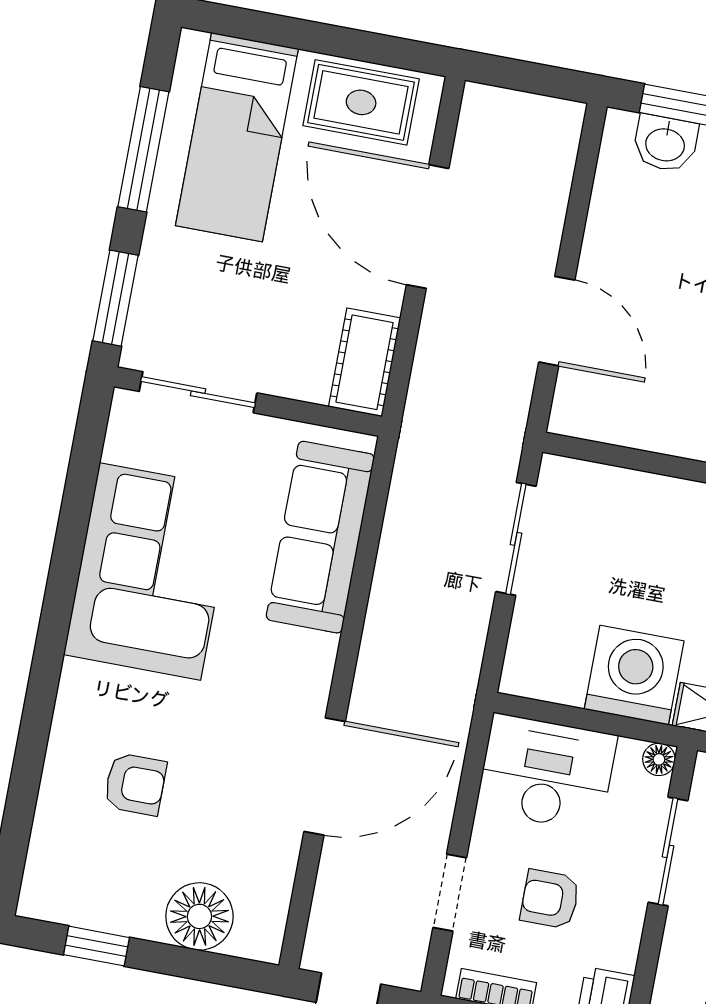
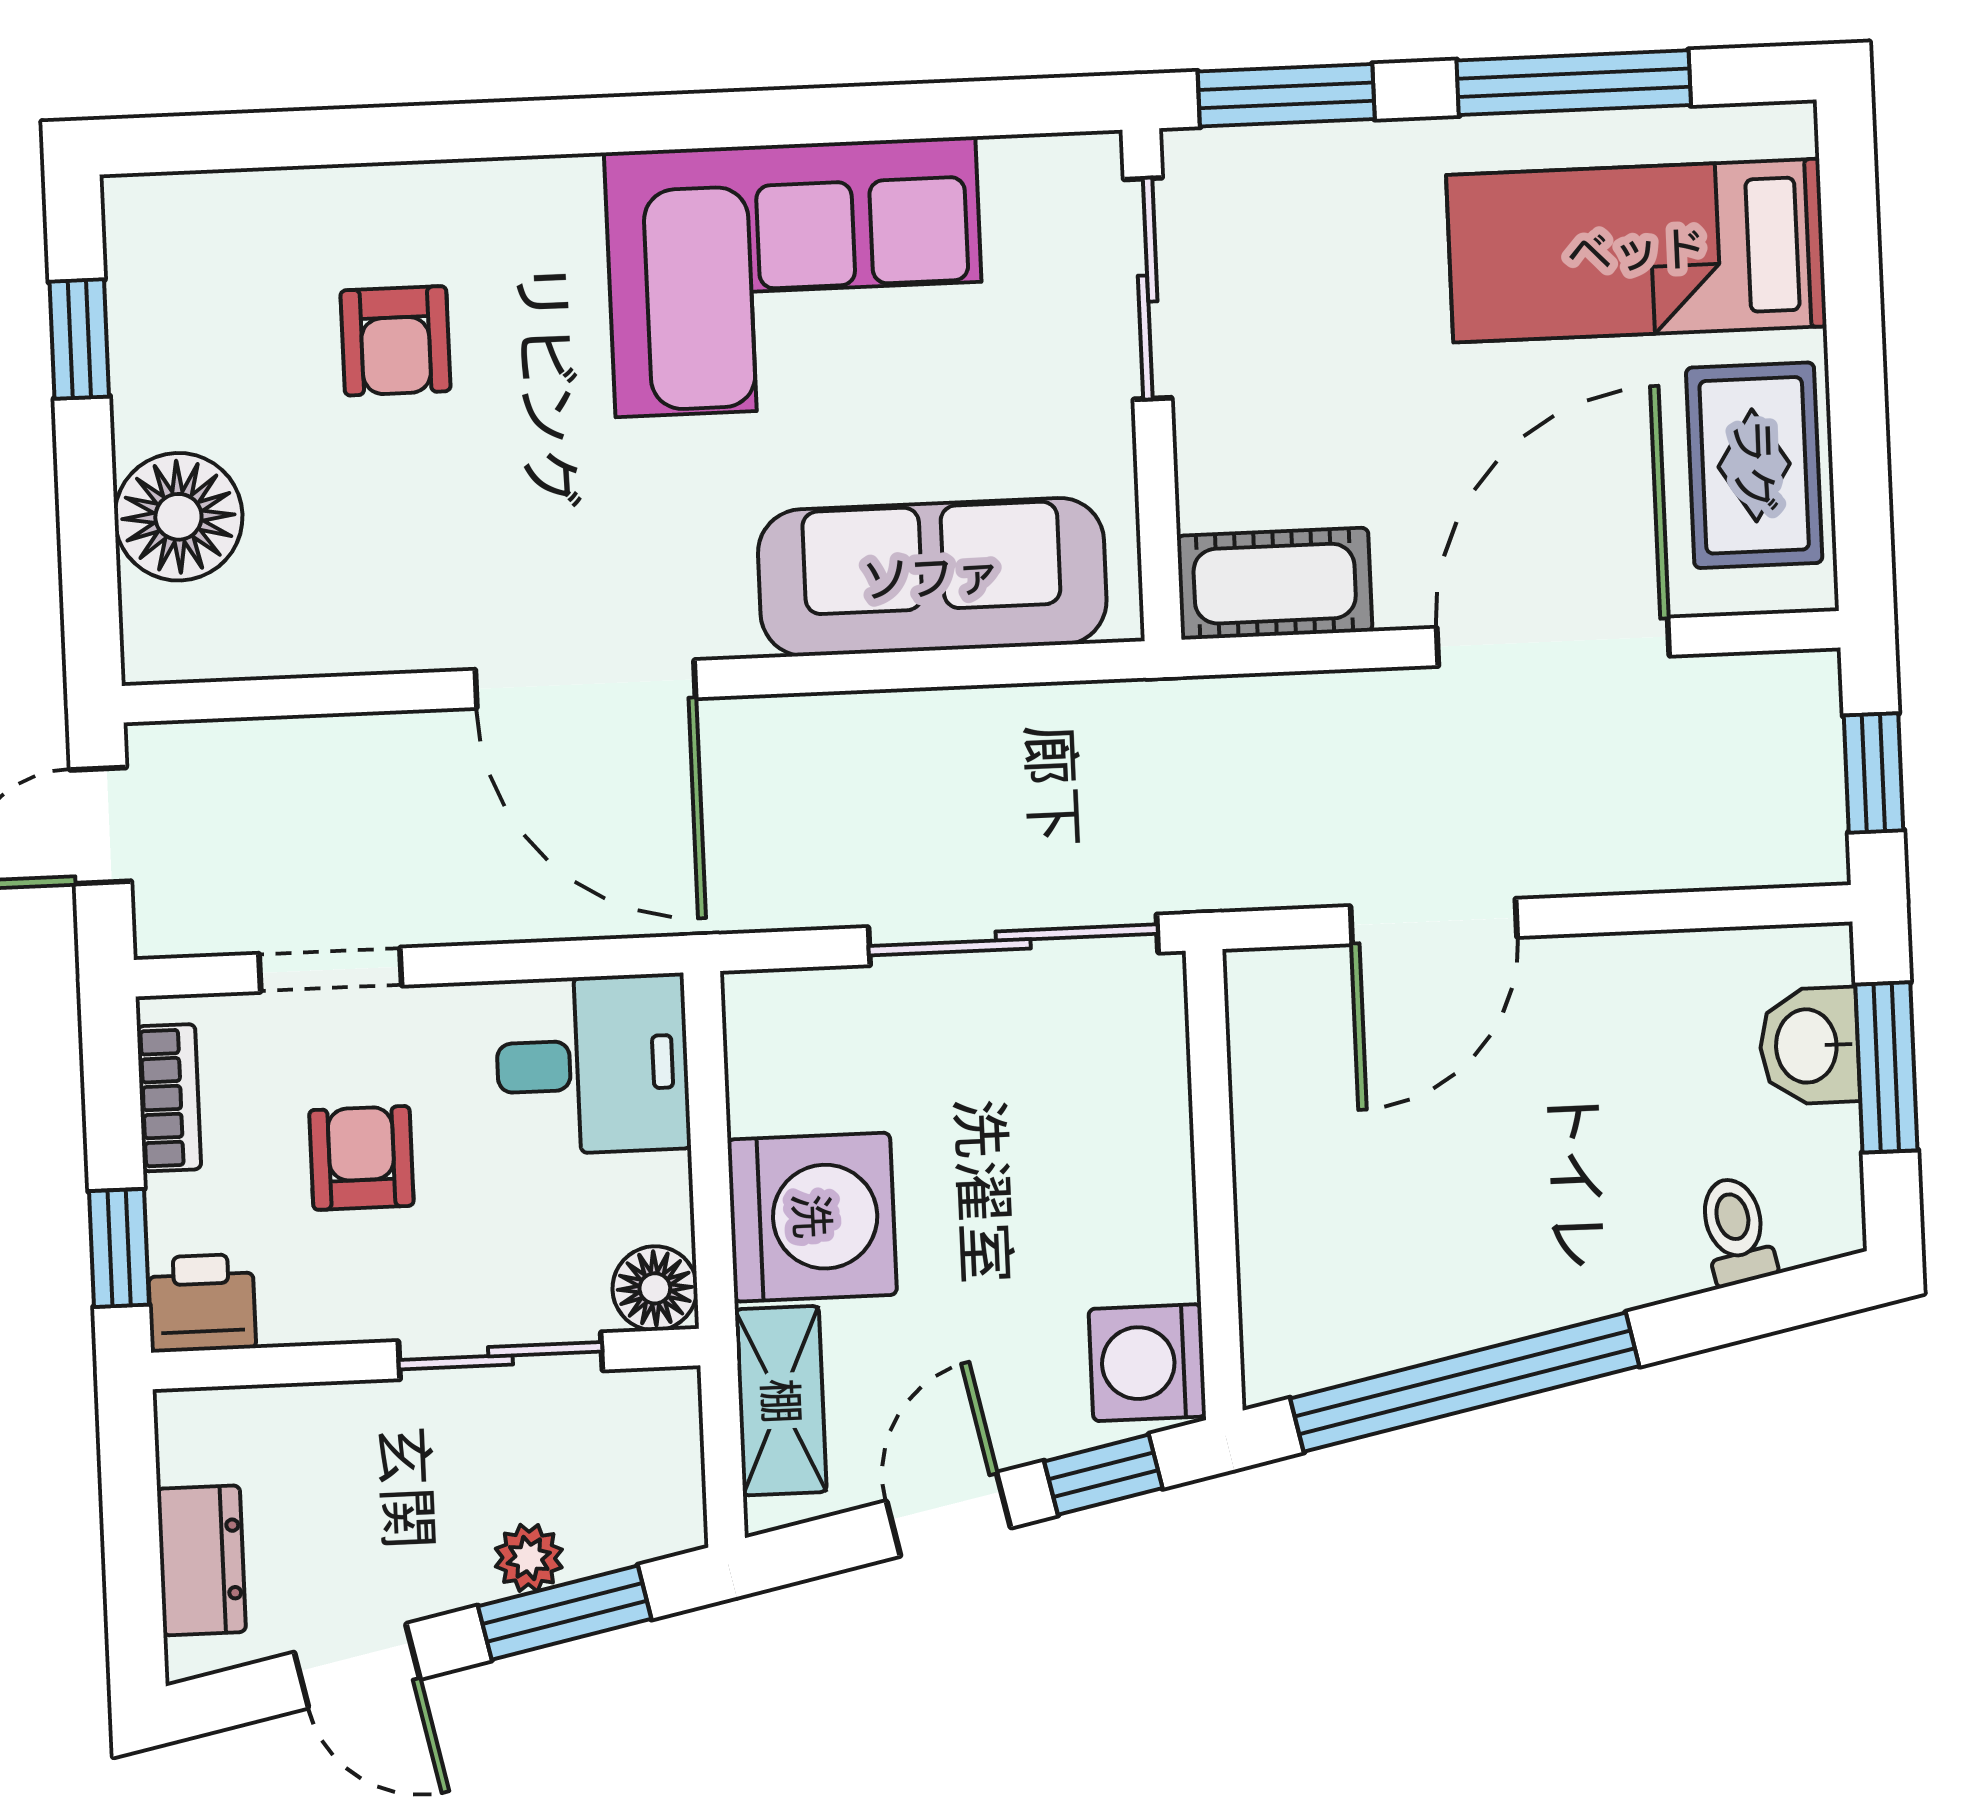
window: (533, 78) -> (1873, 773), added
sliding door: (516, 539) -> (1013, 940), width x1.37
floor lamp: (659, 759) -> (655, 1288), width x1.37, depth x1.37
desk: (547, 773) -> (592, 1065), width x0.73
door: (325, 776) -> (585, 684), moved

